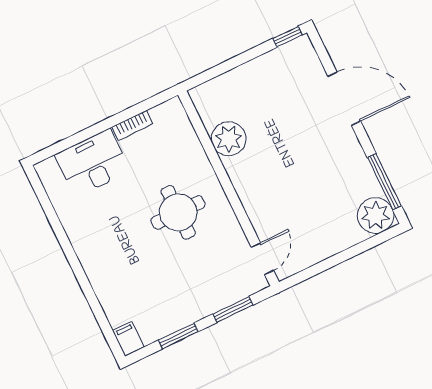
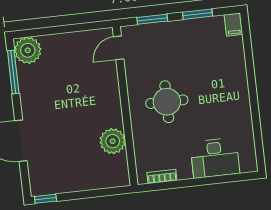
bookcase: (132, 125) -> (162, 176), moved

